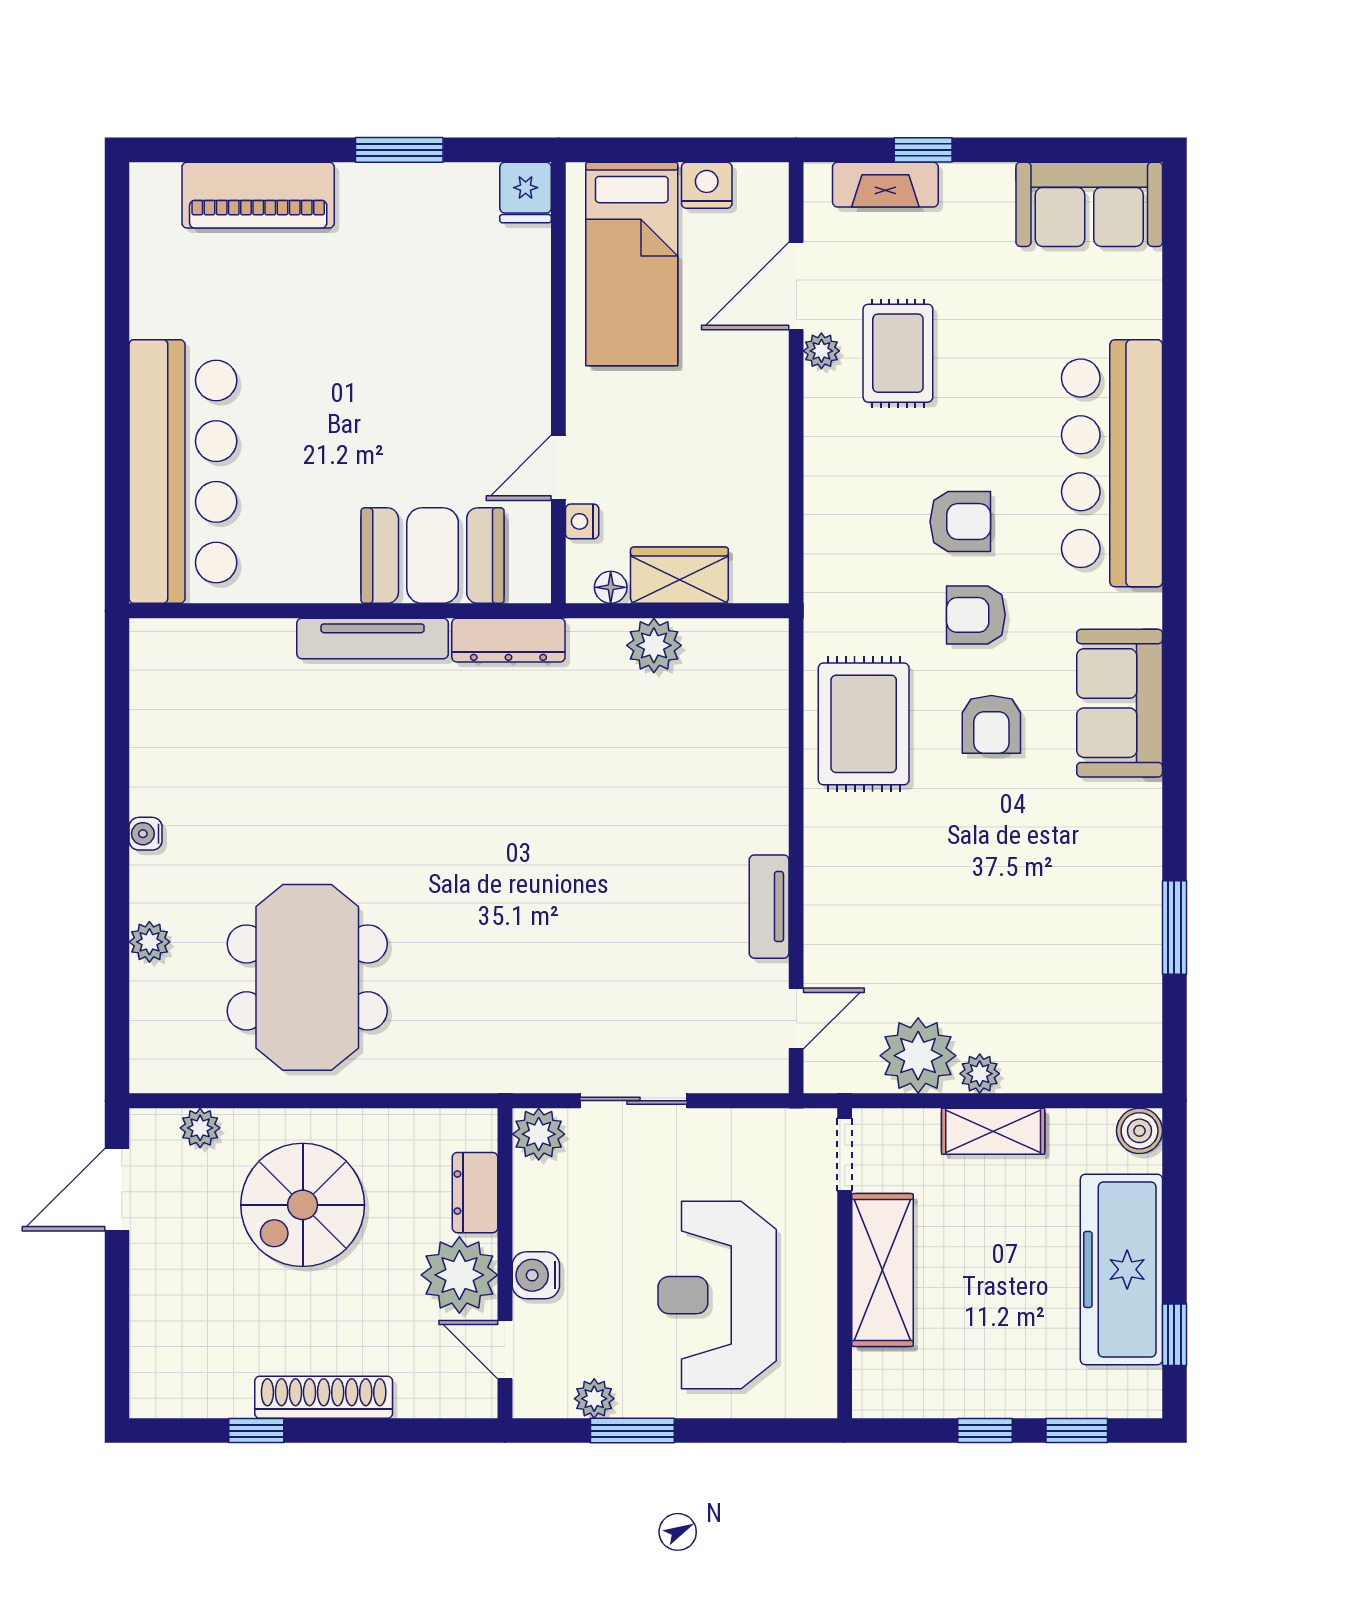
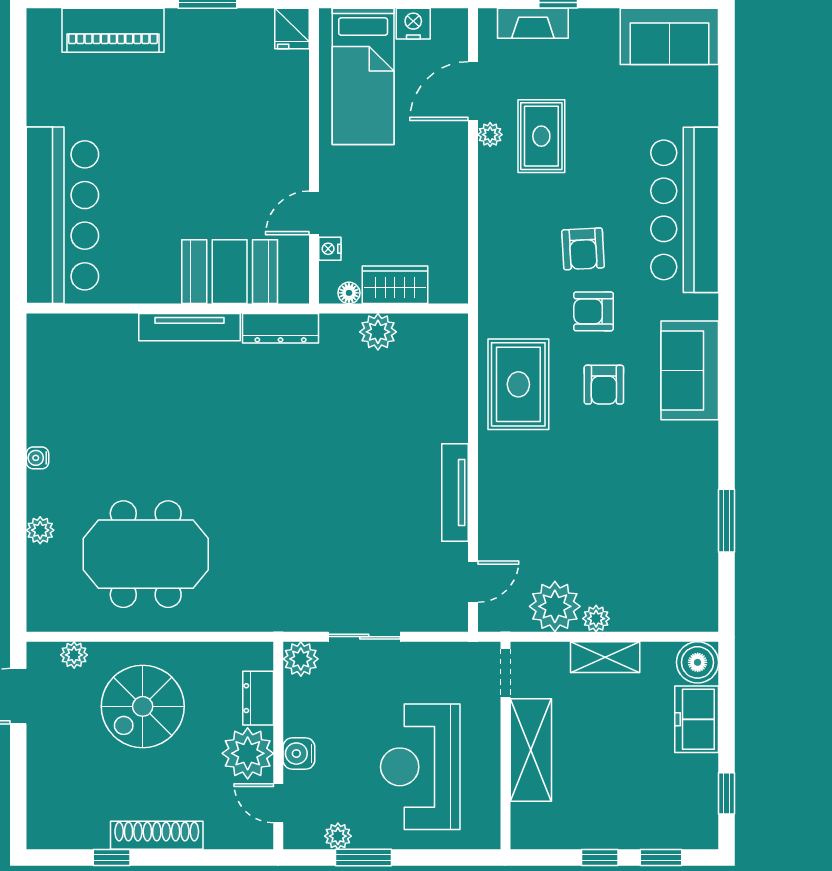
armchair: (960, 522) -> (583, 249), turned 87
tv unit: (769, 907) -> (455, 492), width x1.41
meeting table: (307, 977) -> (146, 554), turned 90
boiler: (1140, 1131) -> (698, 662), width x1.36, depth x1.36
freezer: (1121, 1269) -> (697, 719), width x0.52, depth x0.79

